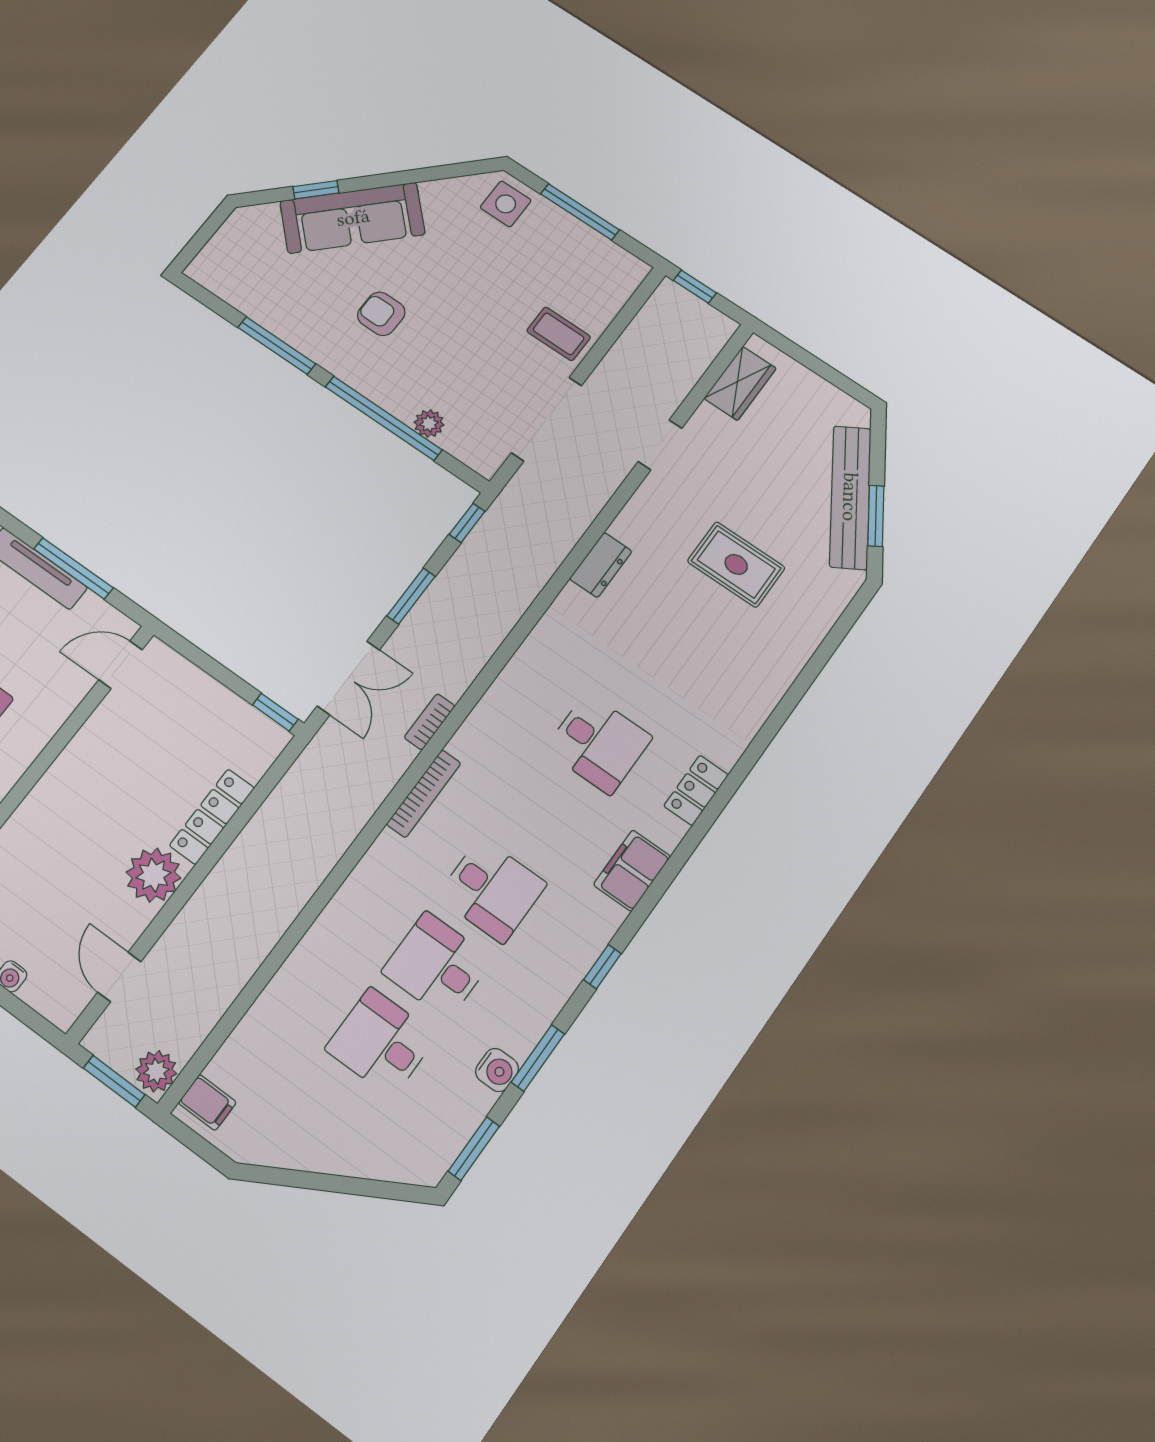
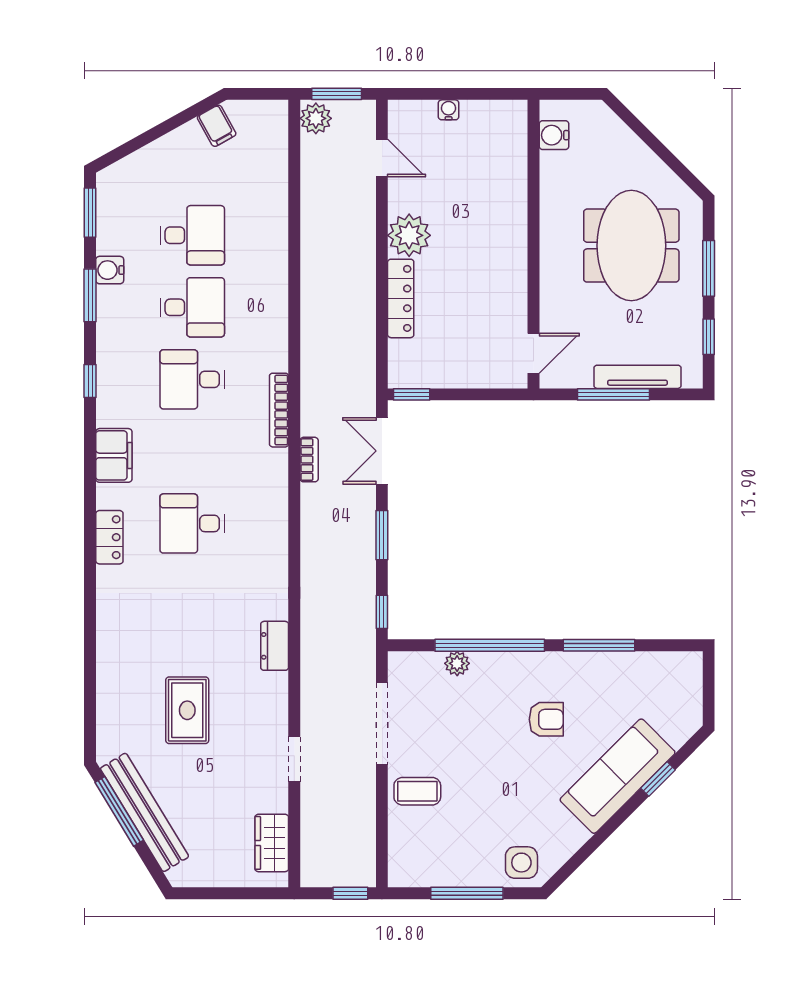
window: (876, 516) -> (119, 811), width x1.44
rug: (736, 564) -> (187, 710), turned 90
filing cabinet: (207, 1103) -> (217, 126), moved, turned -119

